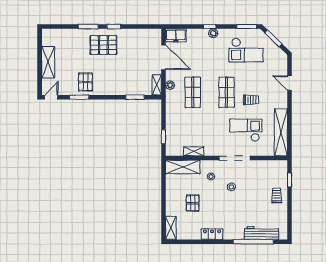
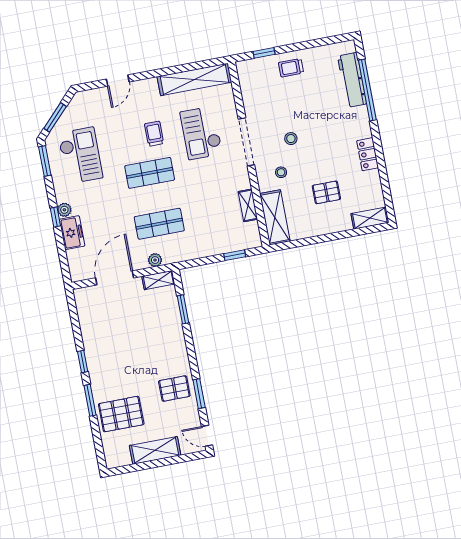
freezer: (176, 35) -> (72, 233), moved
pallet: (103, 45) -> (121, 414), moved, turned 90

